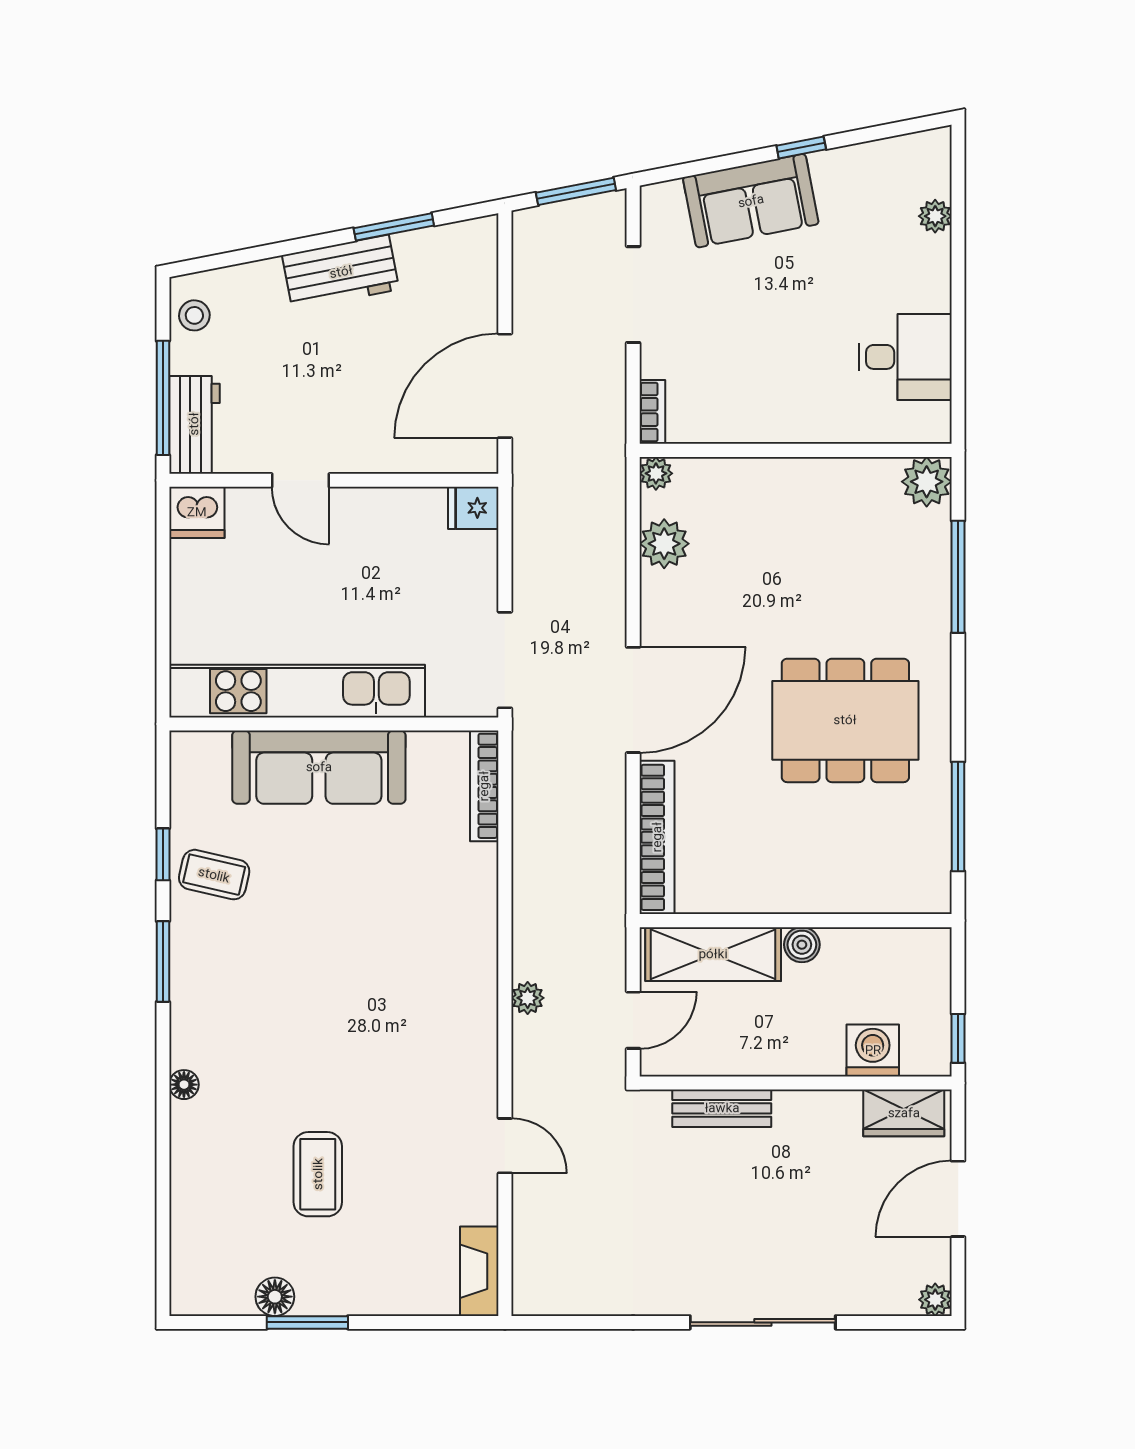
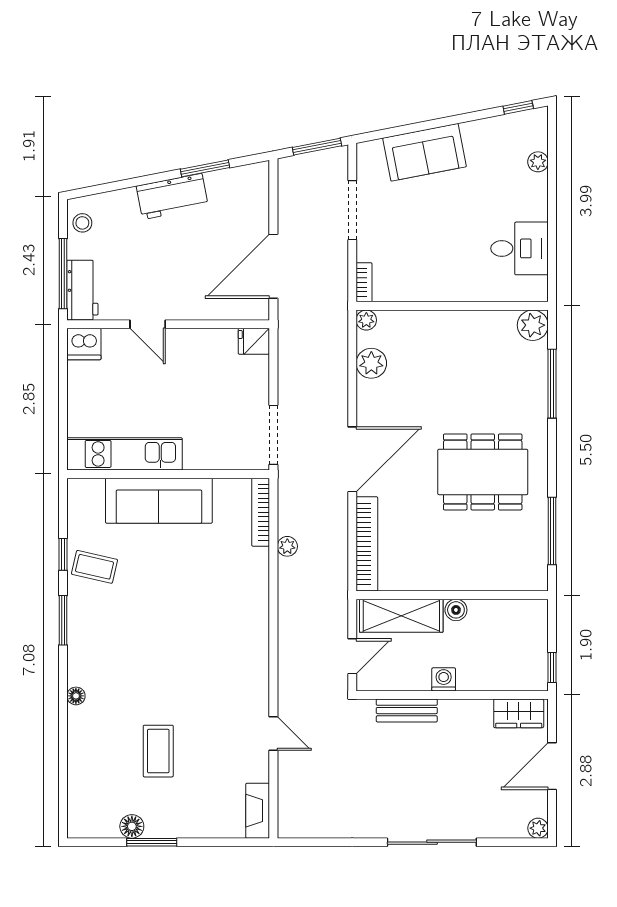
window: (801, 147) -> (518, 107), moved
kitchen unit: (297, 691) -> (125, 454), width x0.73
plant: (528, 998) -> (287, 546), moved
washing machine: (873, 1050) -> (444, 679), moved, width x0.73, depth x0.73

